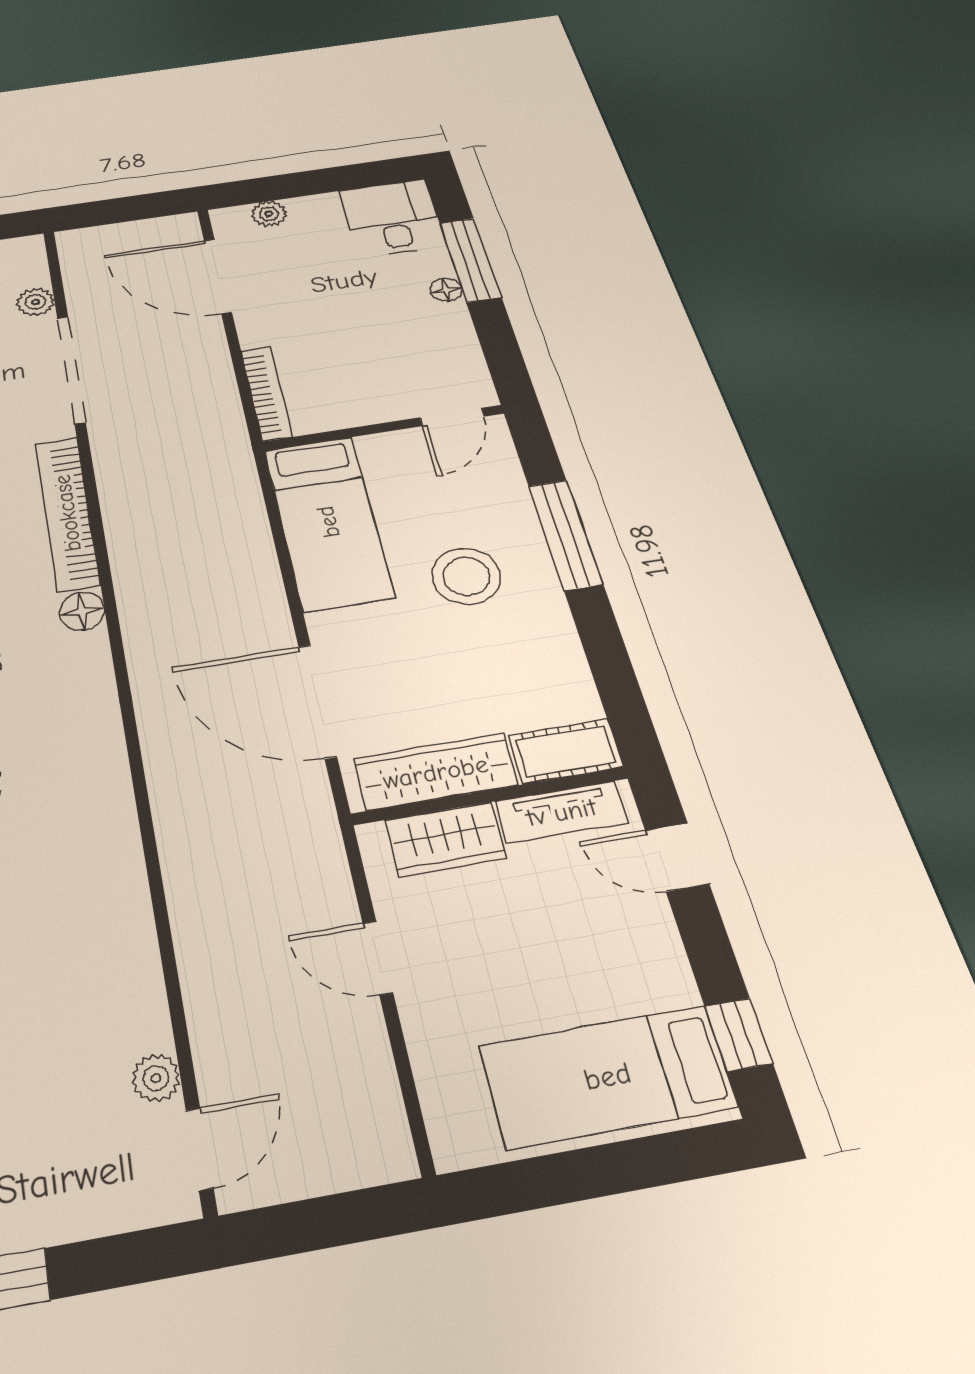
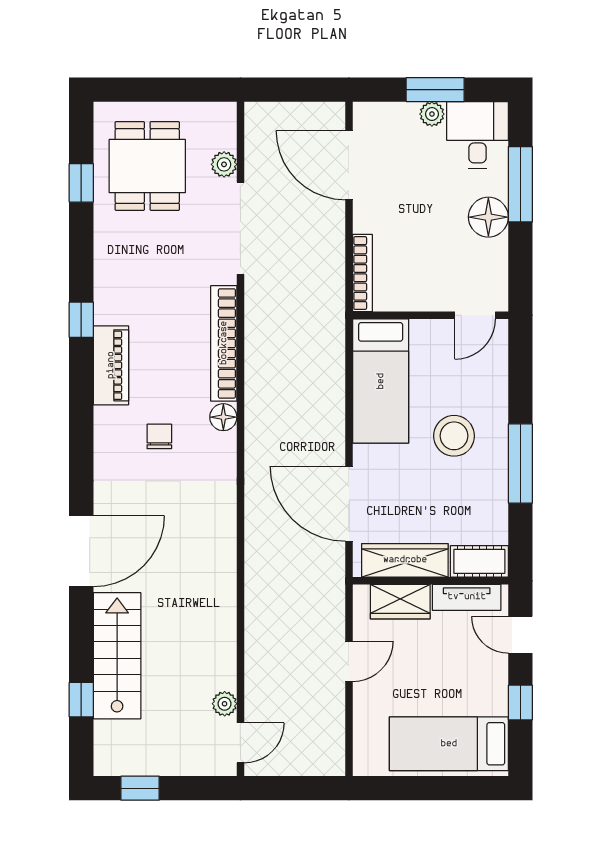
window: (320, 181) -> (435, 90), added
plant: (269, 214) -> (432, 114), moved
floor lamp: (446, 290) -> (488, 217), width x1.89, depth x1.89
window: (565, 535) -> (520, 463), moved
door: (378, 958) -> (349, 661), swing flipped
window: (738, 1035) -> (520, 702), moved

